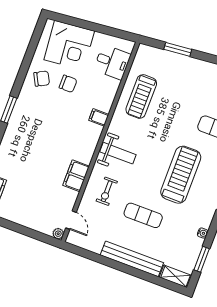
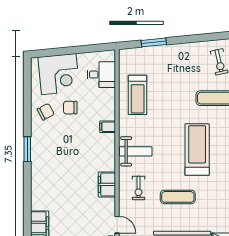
chair: (68, 84) -> (70, 108), turned 180

